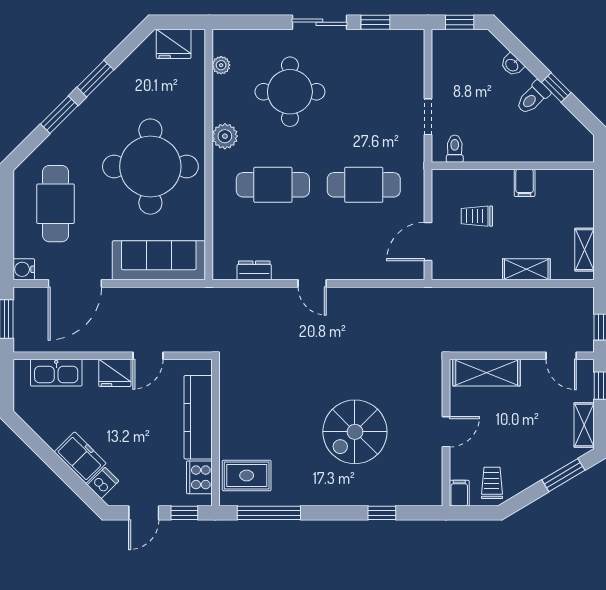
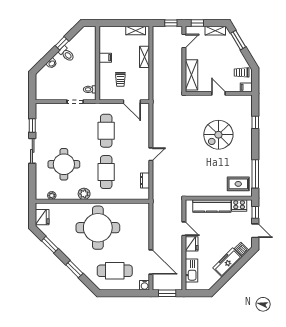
window: (460, 22) -> (32, 87), removed
window: (95, 79) -> (50, 245), moved
sofa: (159, 260) -> (140, 224), removed
spiral stairs: (355, 432) -> (218, 135), turned 90
freezer: (80, 458) -> (227, 262), width x1.40
rug: (247, 475) -> (238, 184), turned 90

